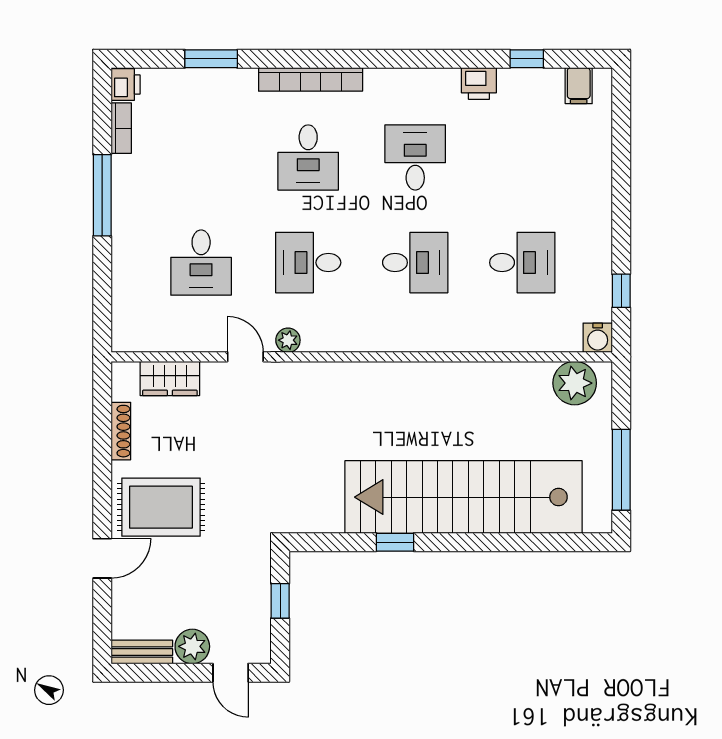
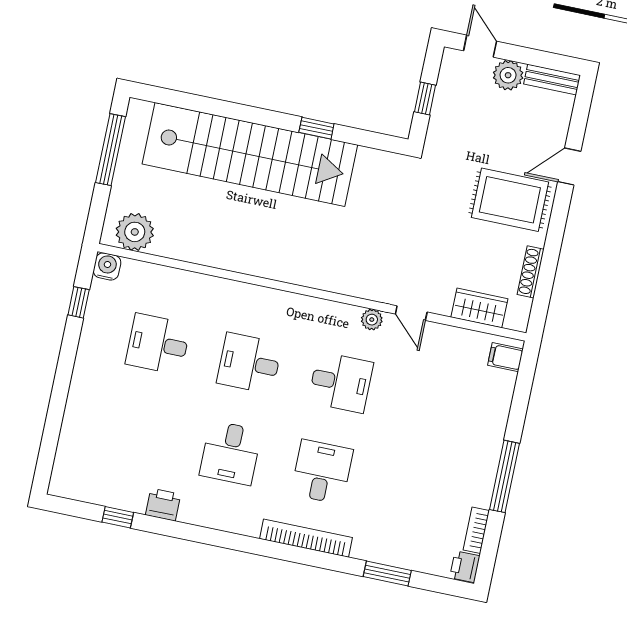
filing cabinet: (579, 86) -> (505, 357), moved, turned -90
desk: (201, 263) -> (432, 401), removed

